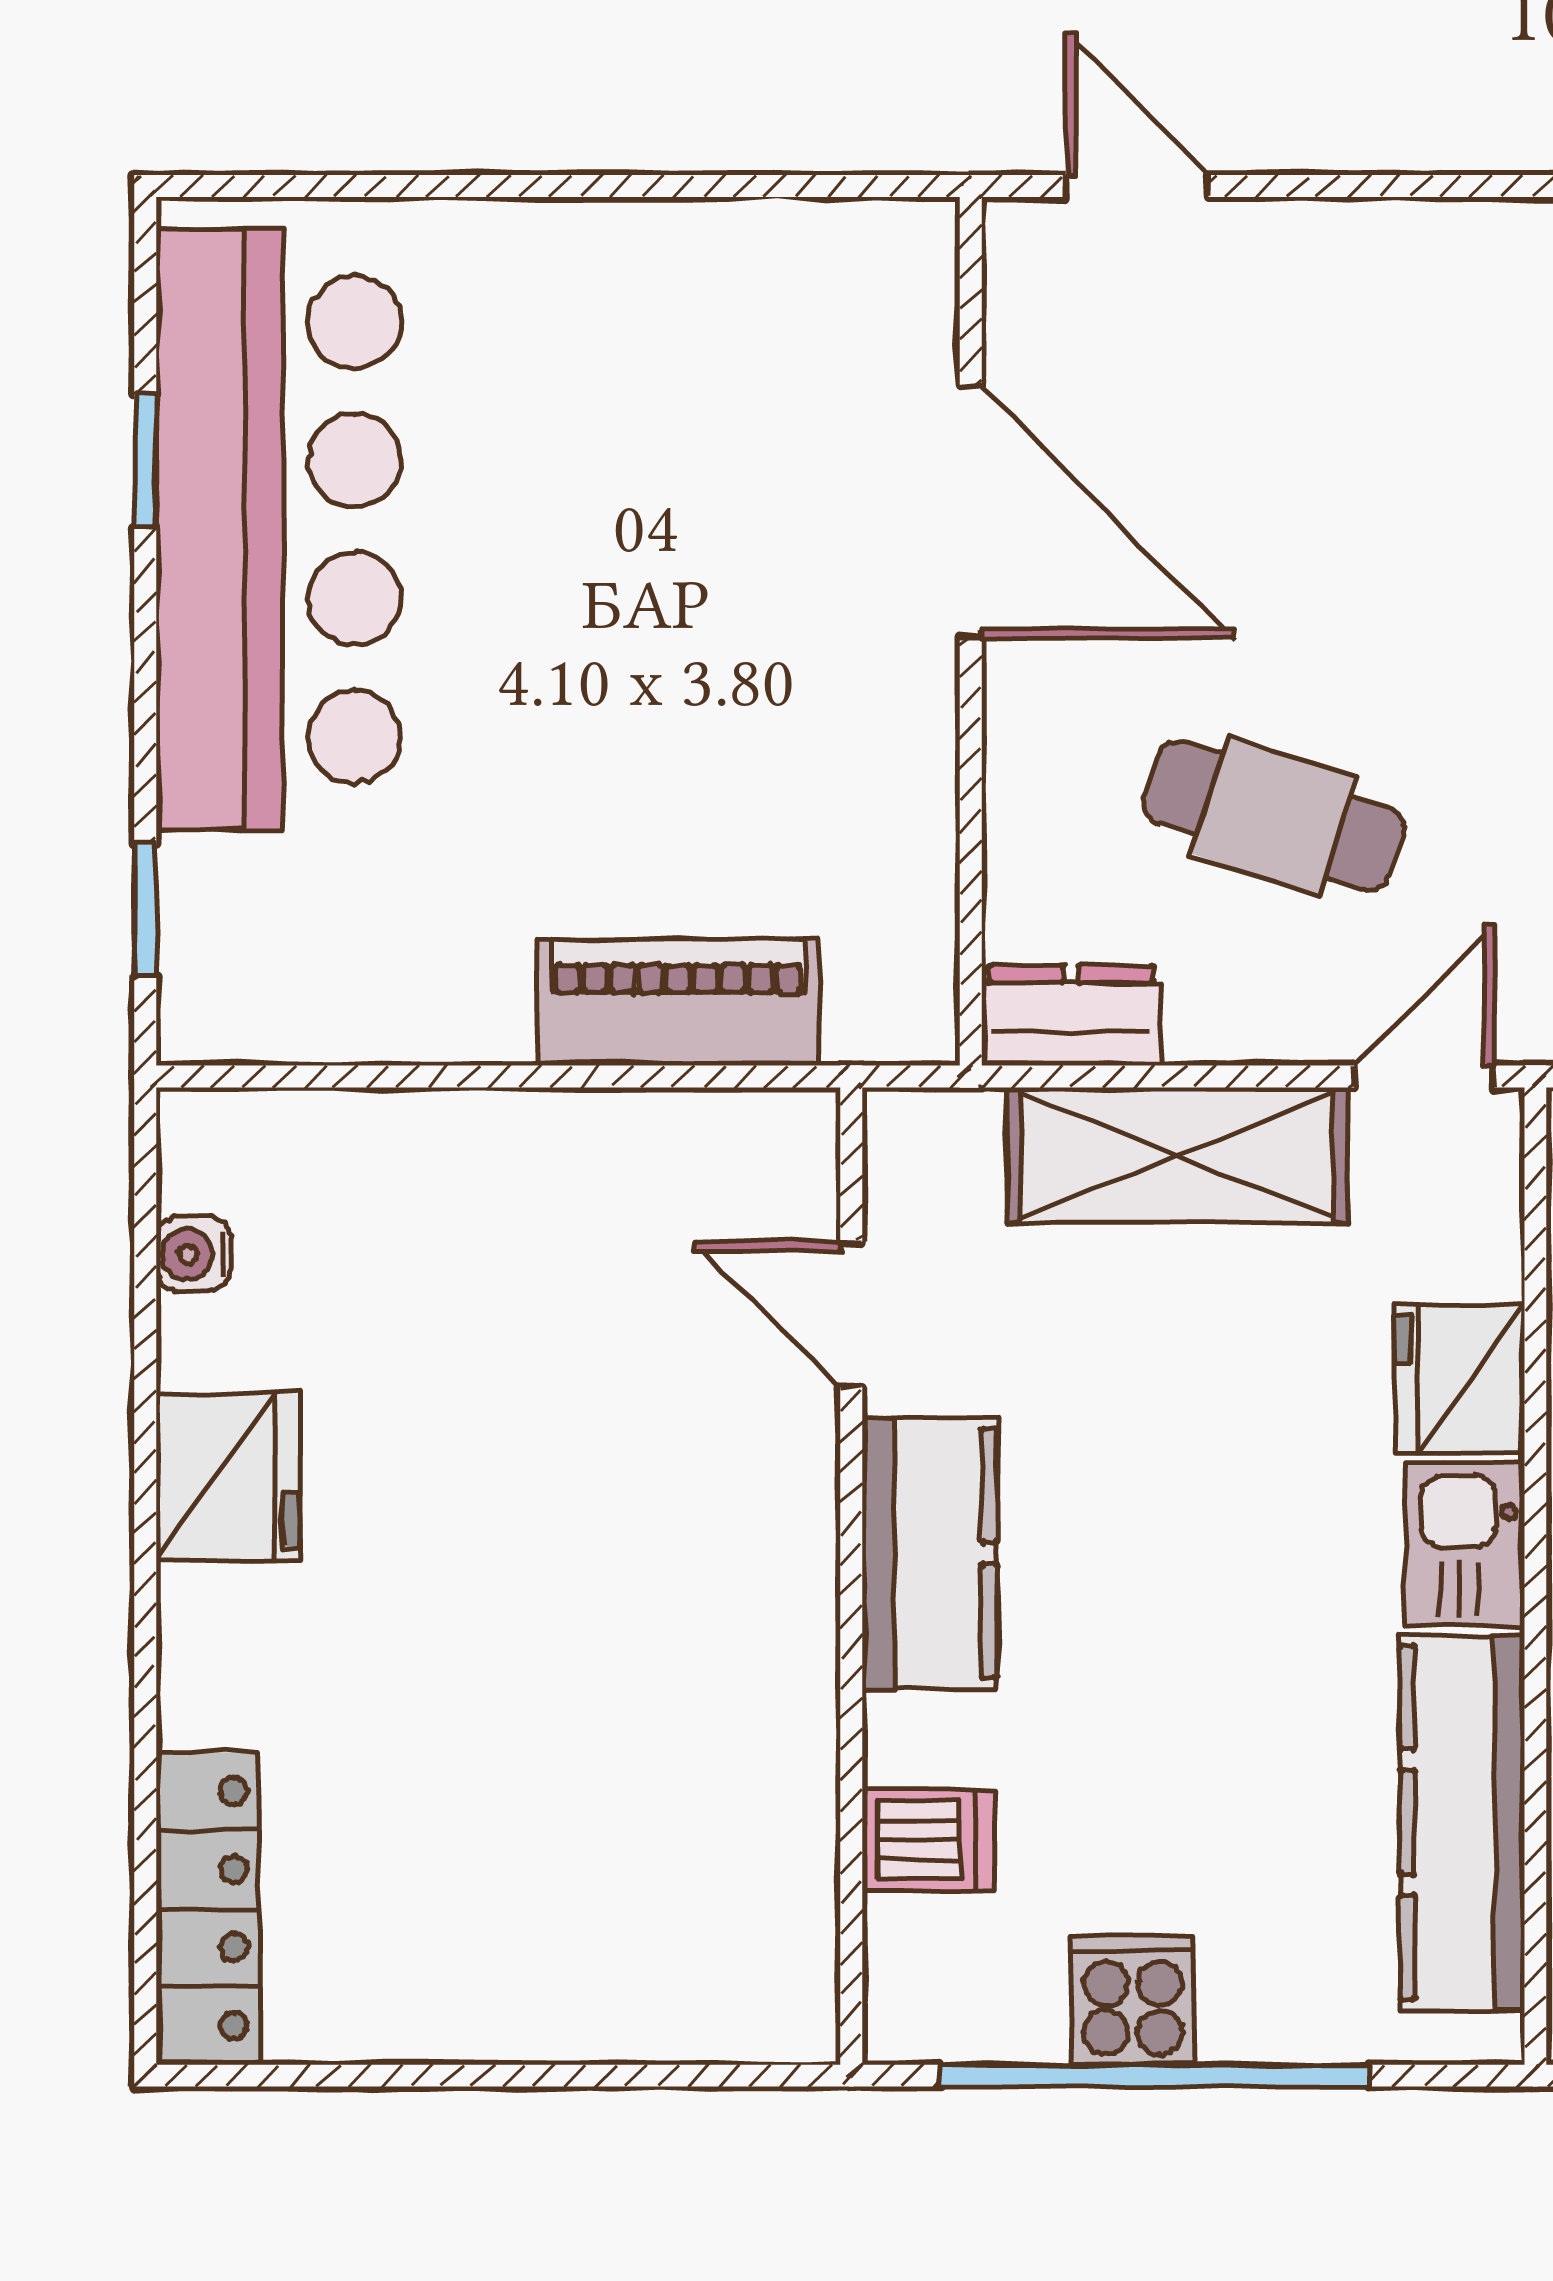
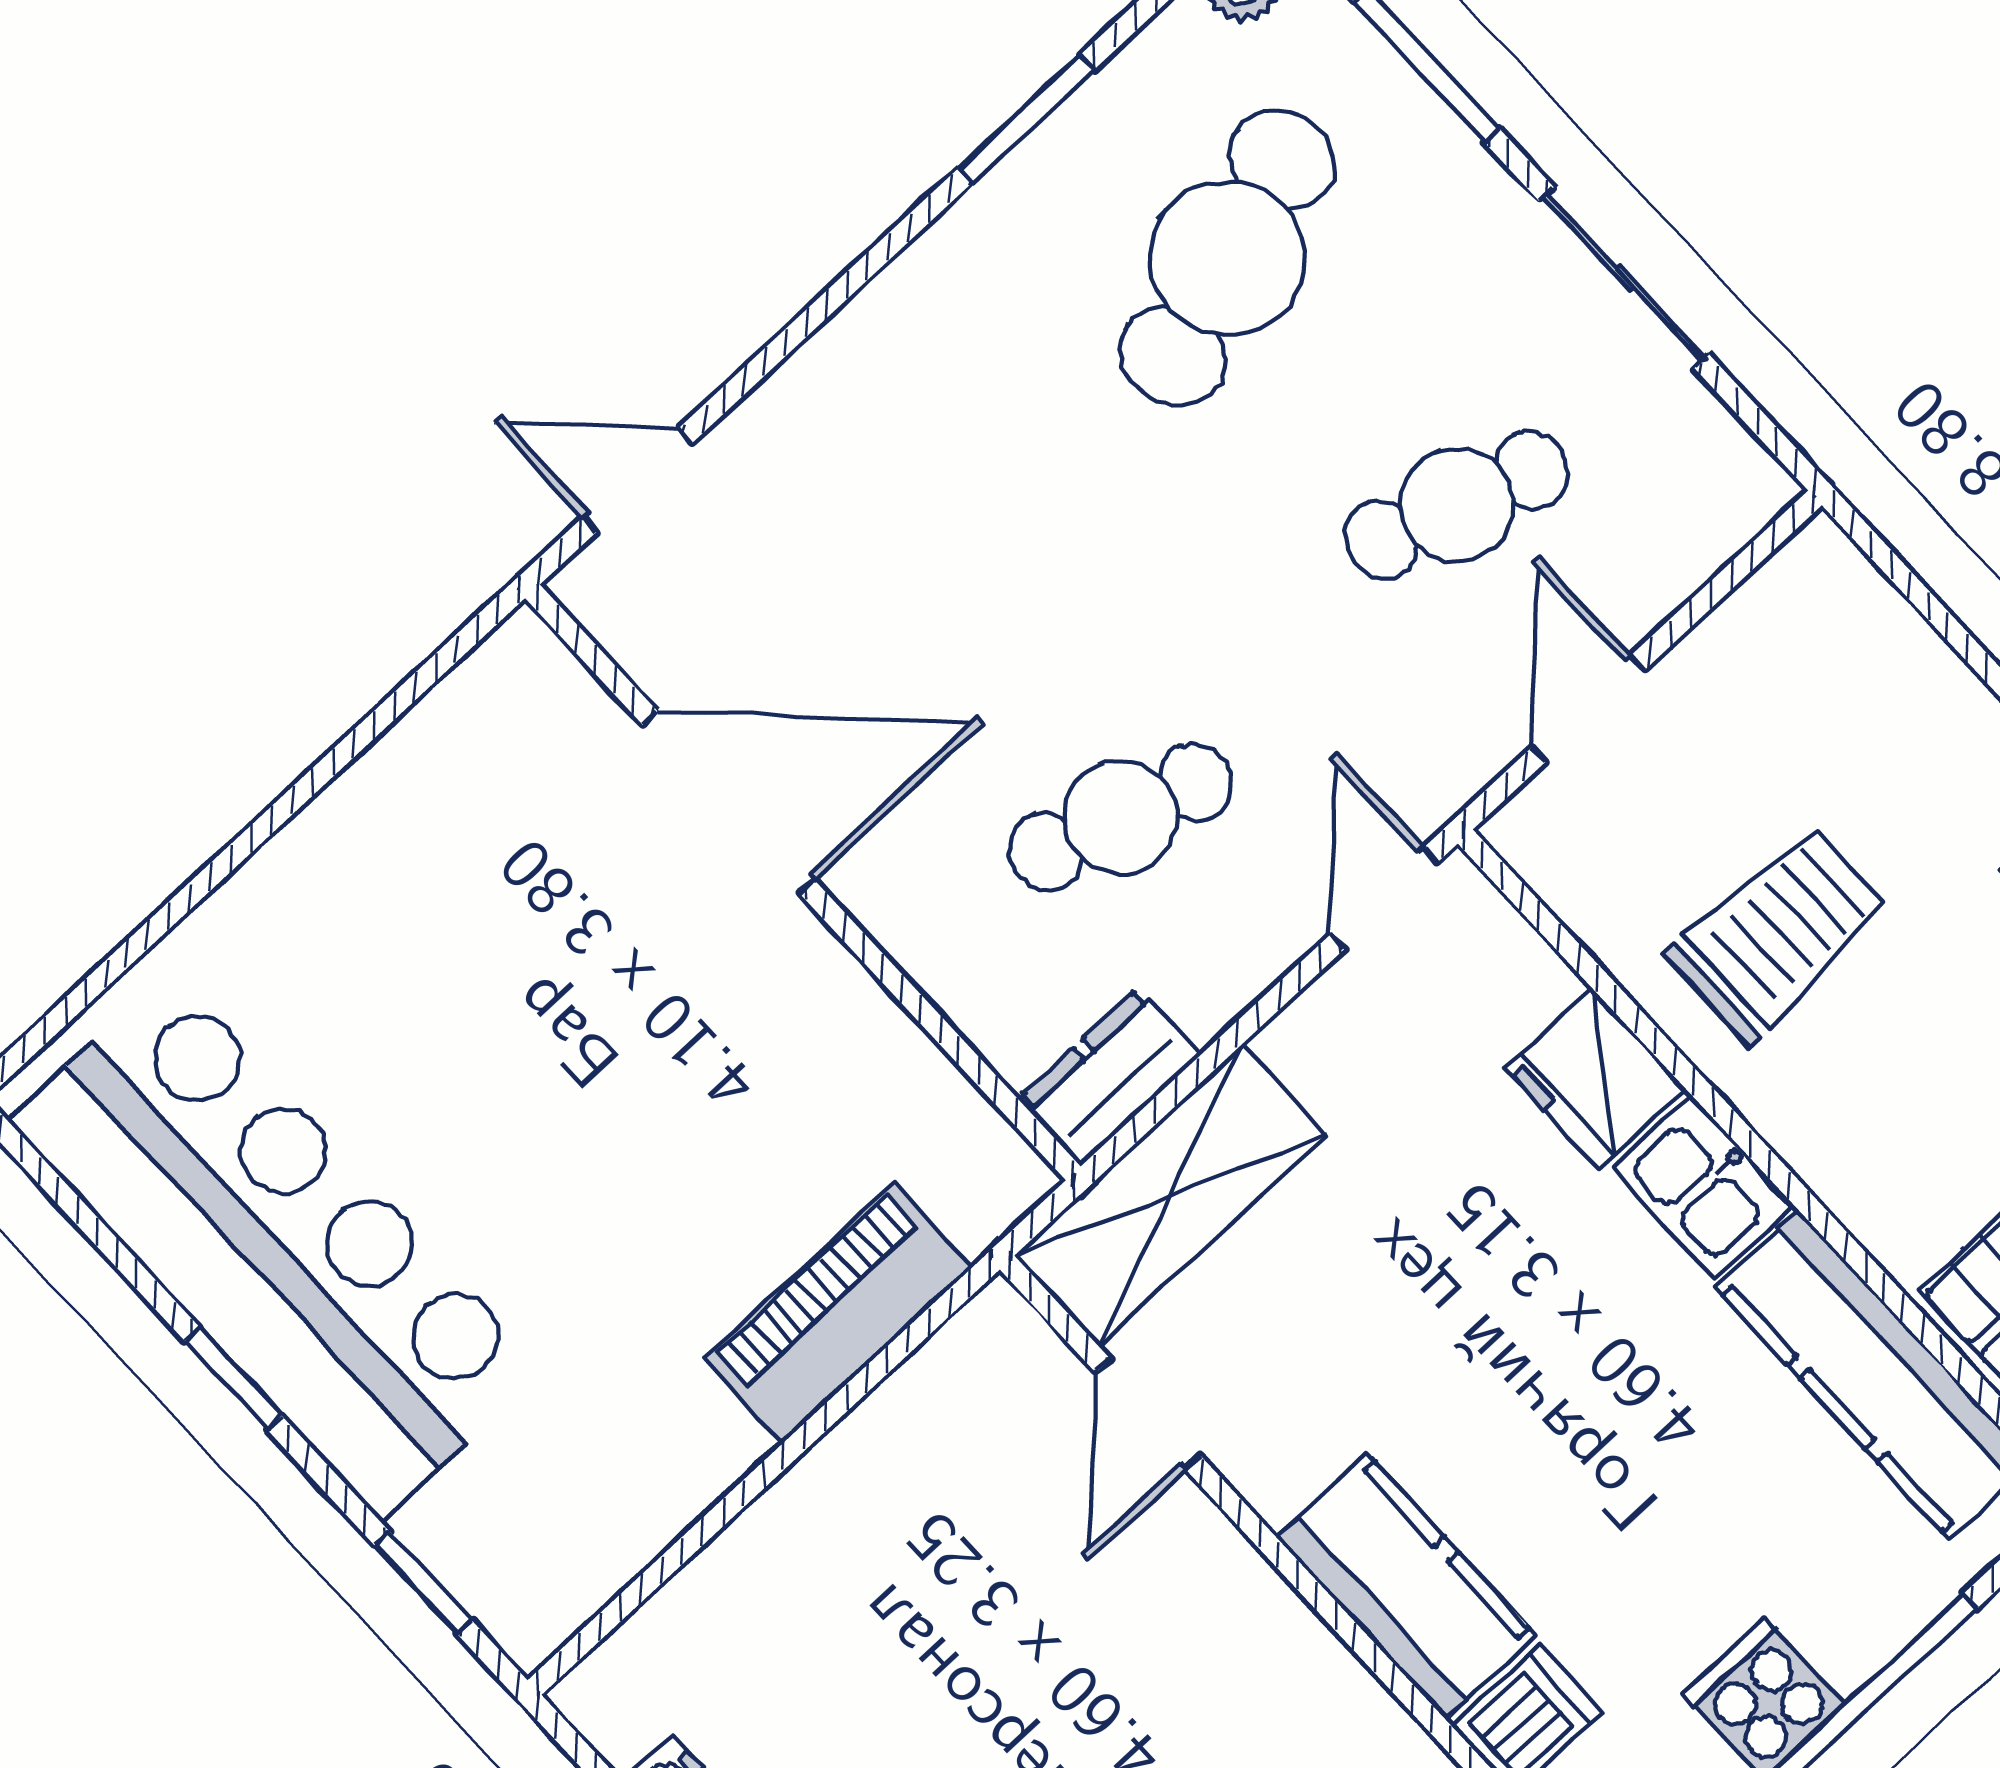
window: (145, 460) -> (233, 1378), moved
shelving: (1177, 1155) -> (1170, 1195), moved
door: (851, 1314) -> (1148, 1414), hinge flipped
kitchen counter: (930, 1553) -> (1407, 1587), moved

